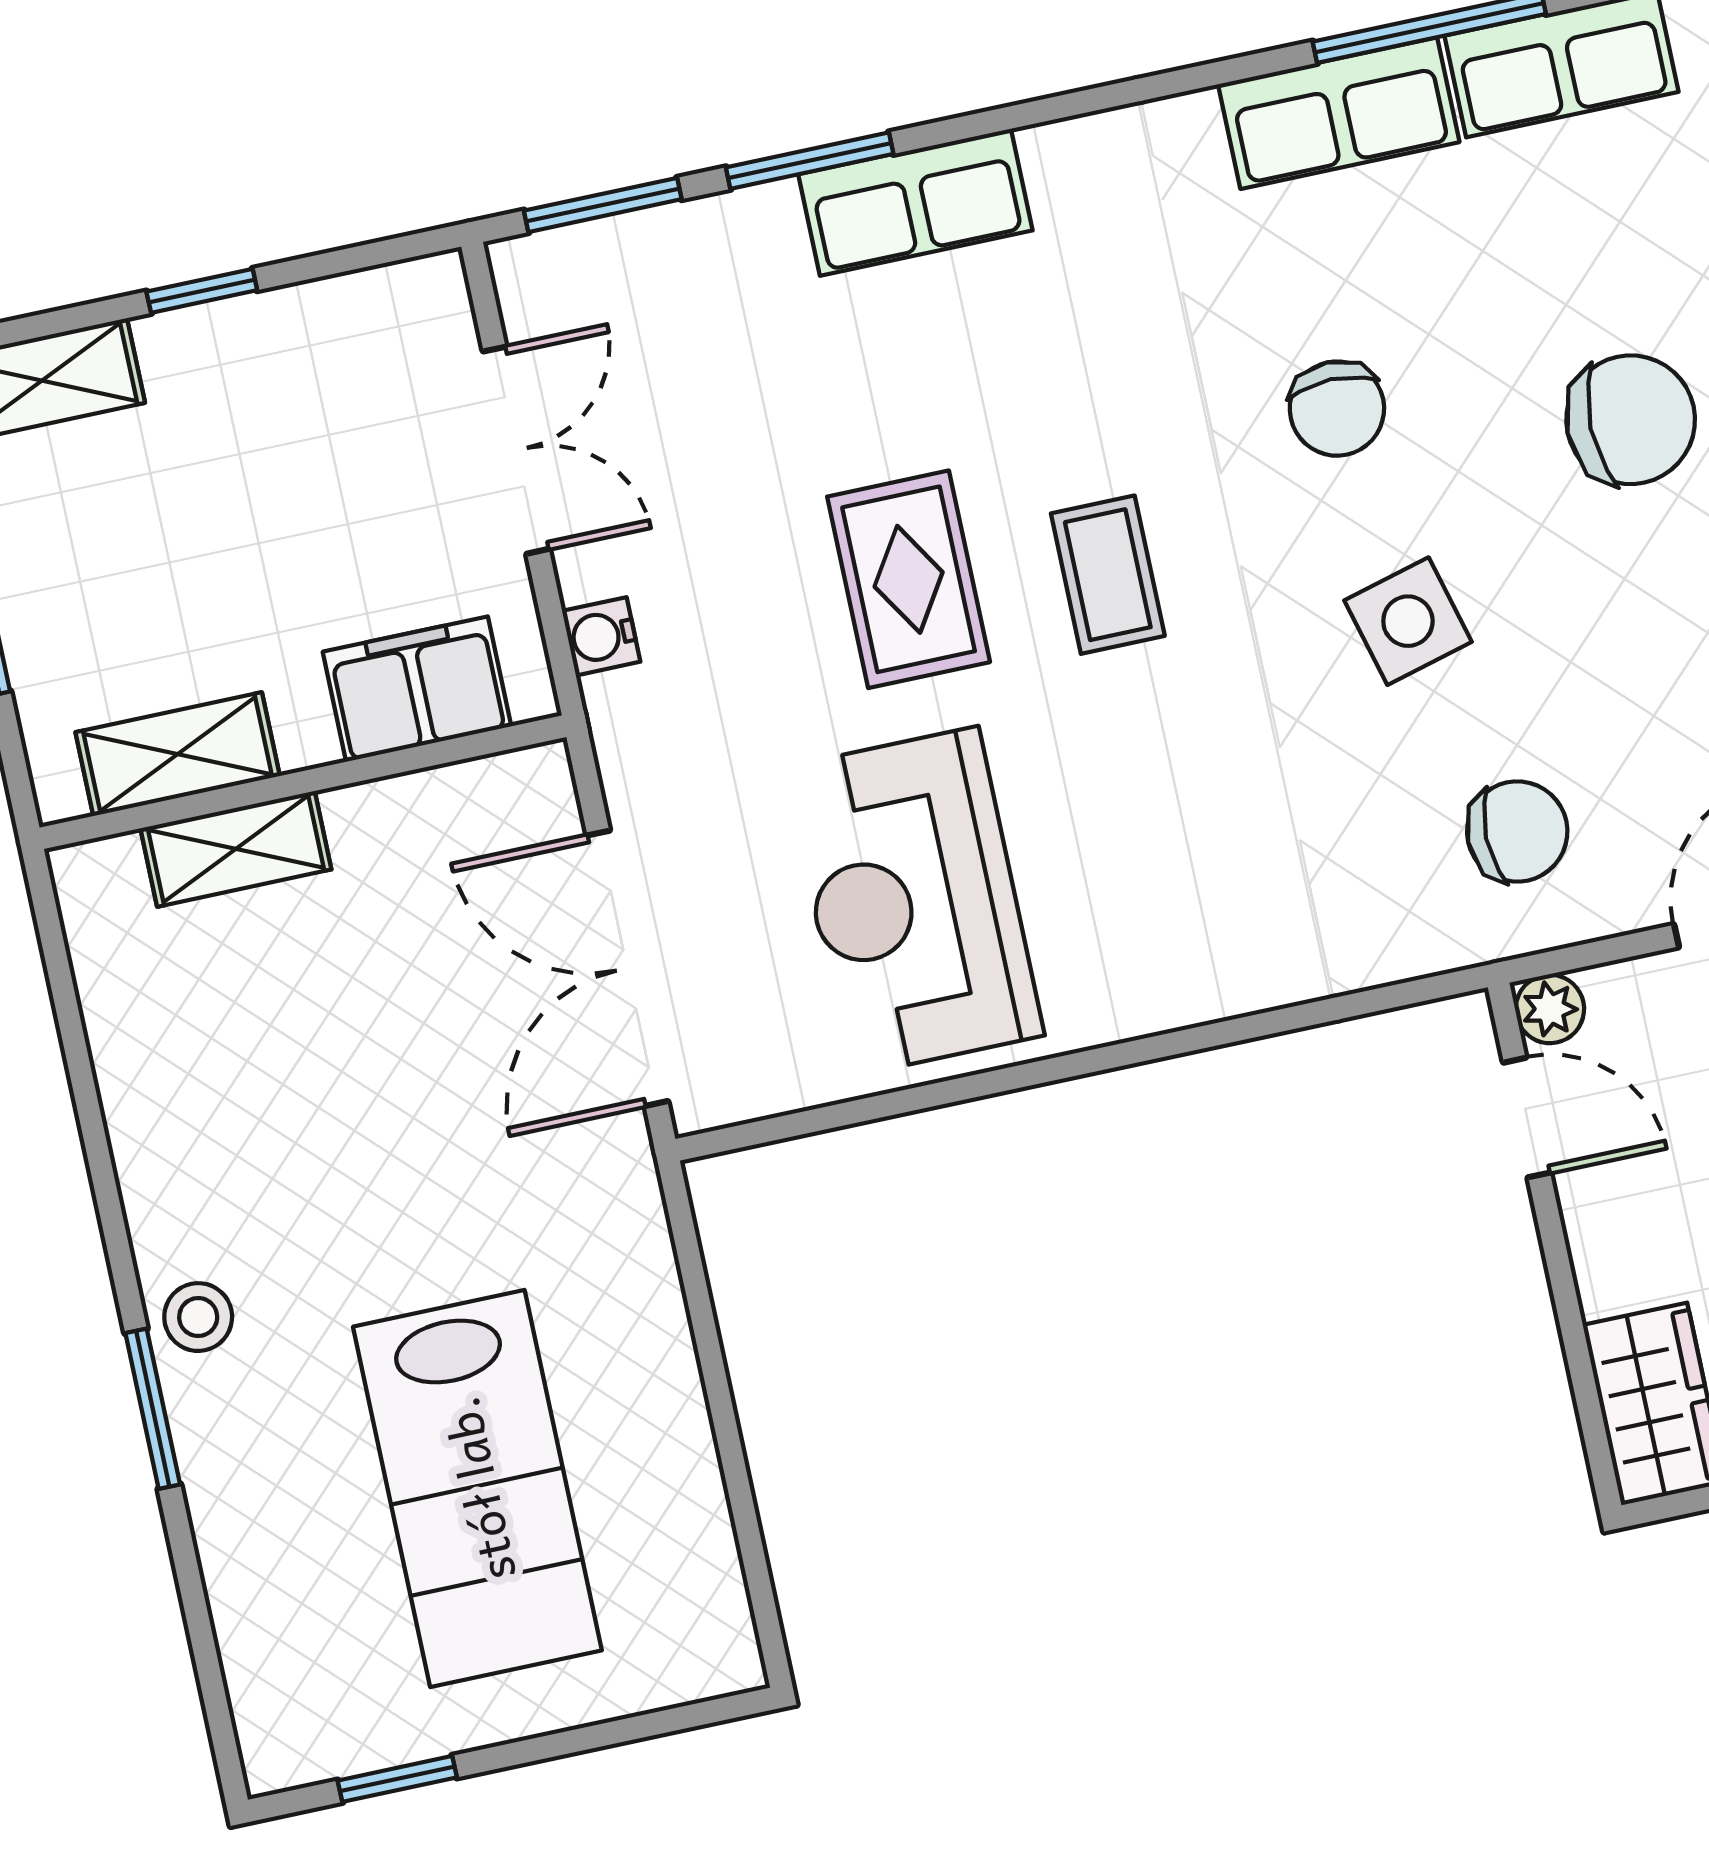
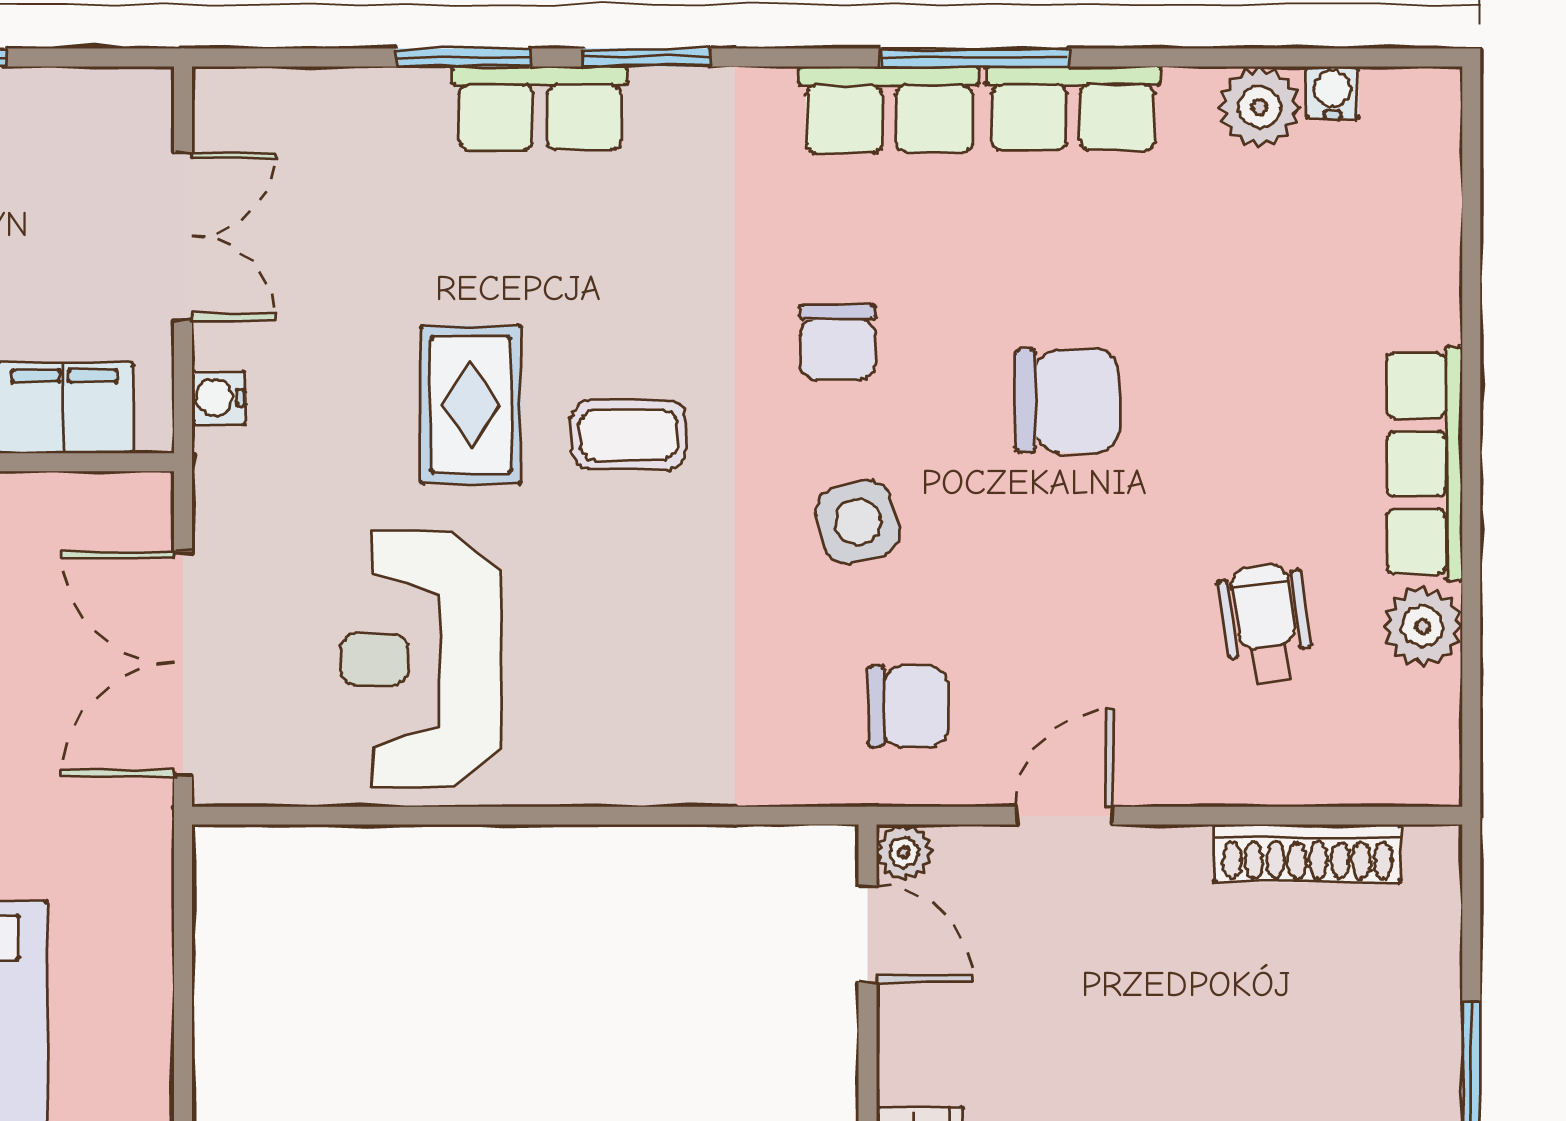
window: (603, 205) -> (647, 57), moved
coffee table: (1108, 575) -> (629, 435), turned 90

